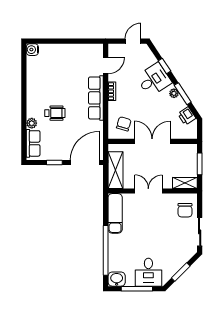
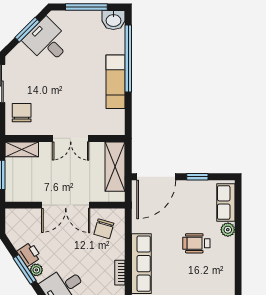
printer: (187, 116) -> (29, 254), moved
exam couch: (115, 213) -> (116, 82), moved
desk: (148, 272) -> (47, 41), moved, turned -45

